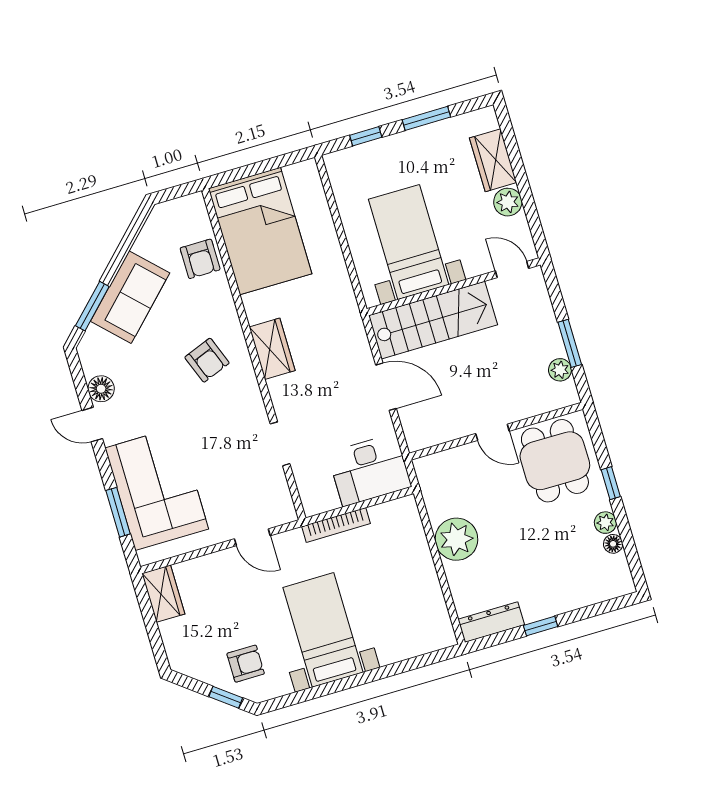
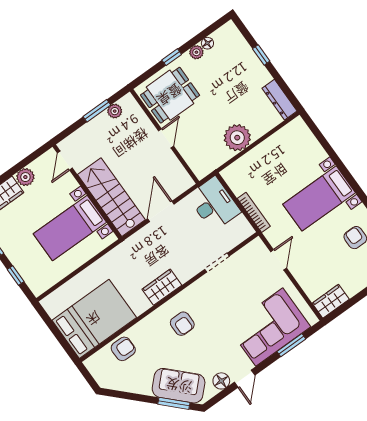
sofa: (130, 297) -> (179, 386), moved
armchair: (207, 360) -> (182, 324), turned 111
window: (541, 626) -> (261, 55), moved

